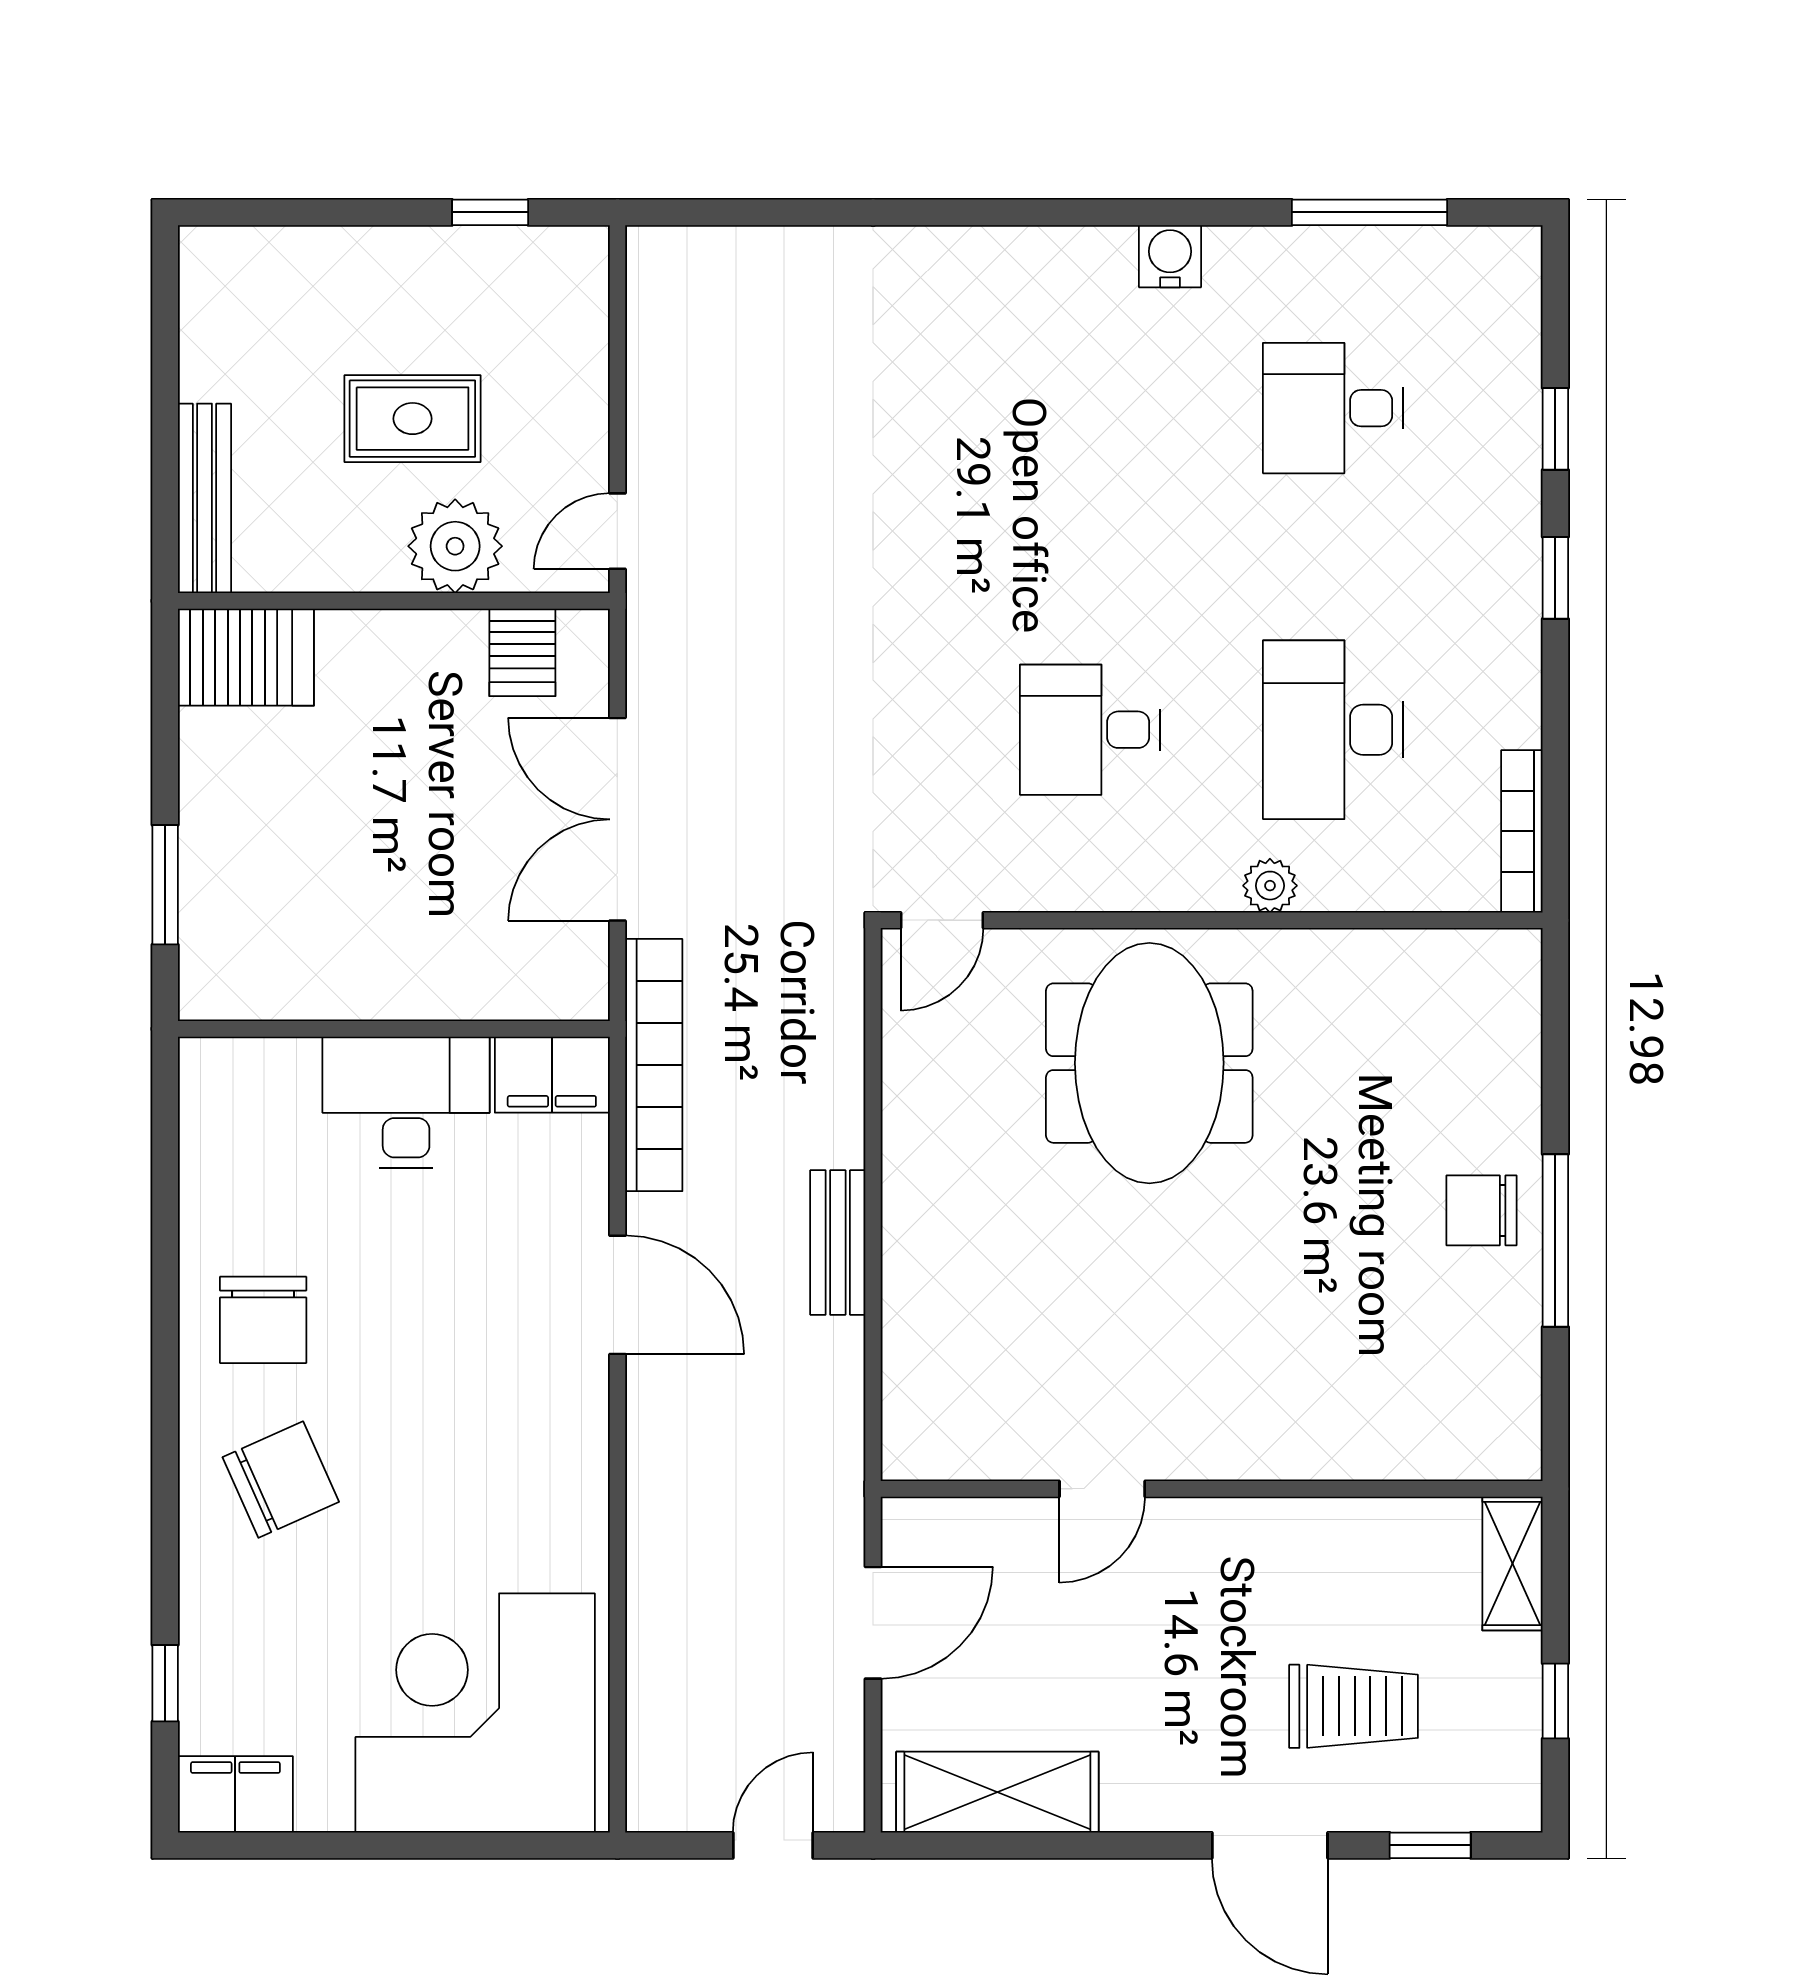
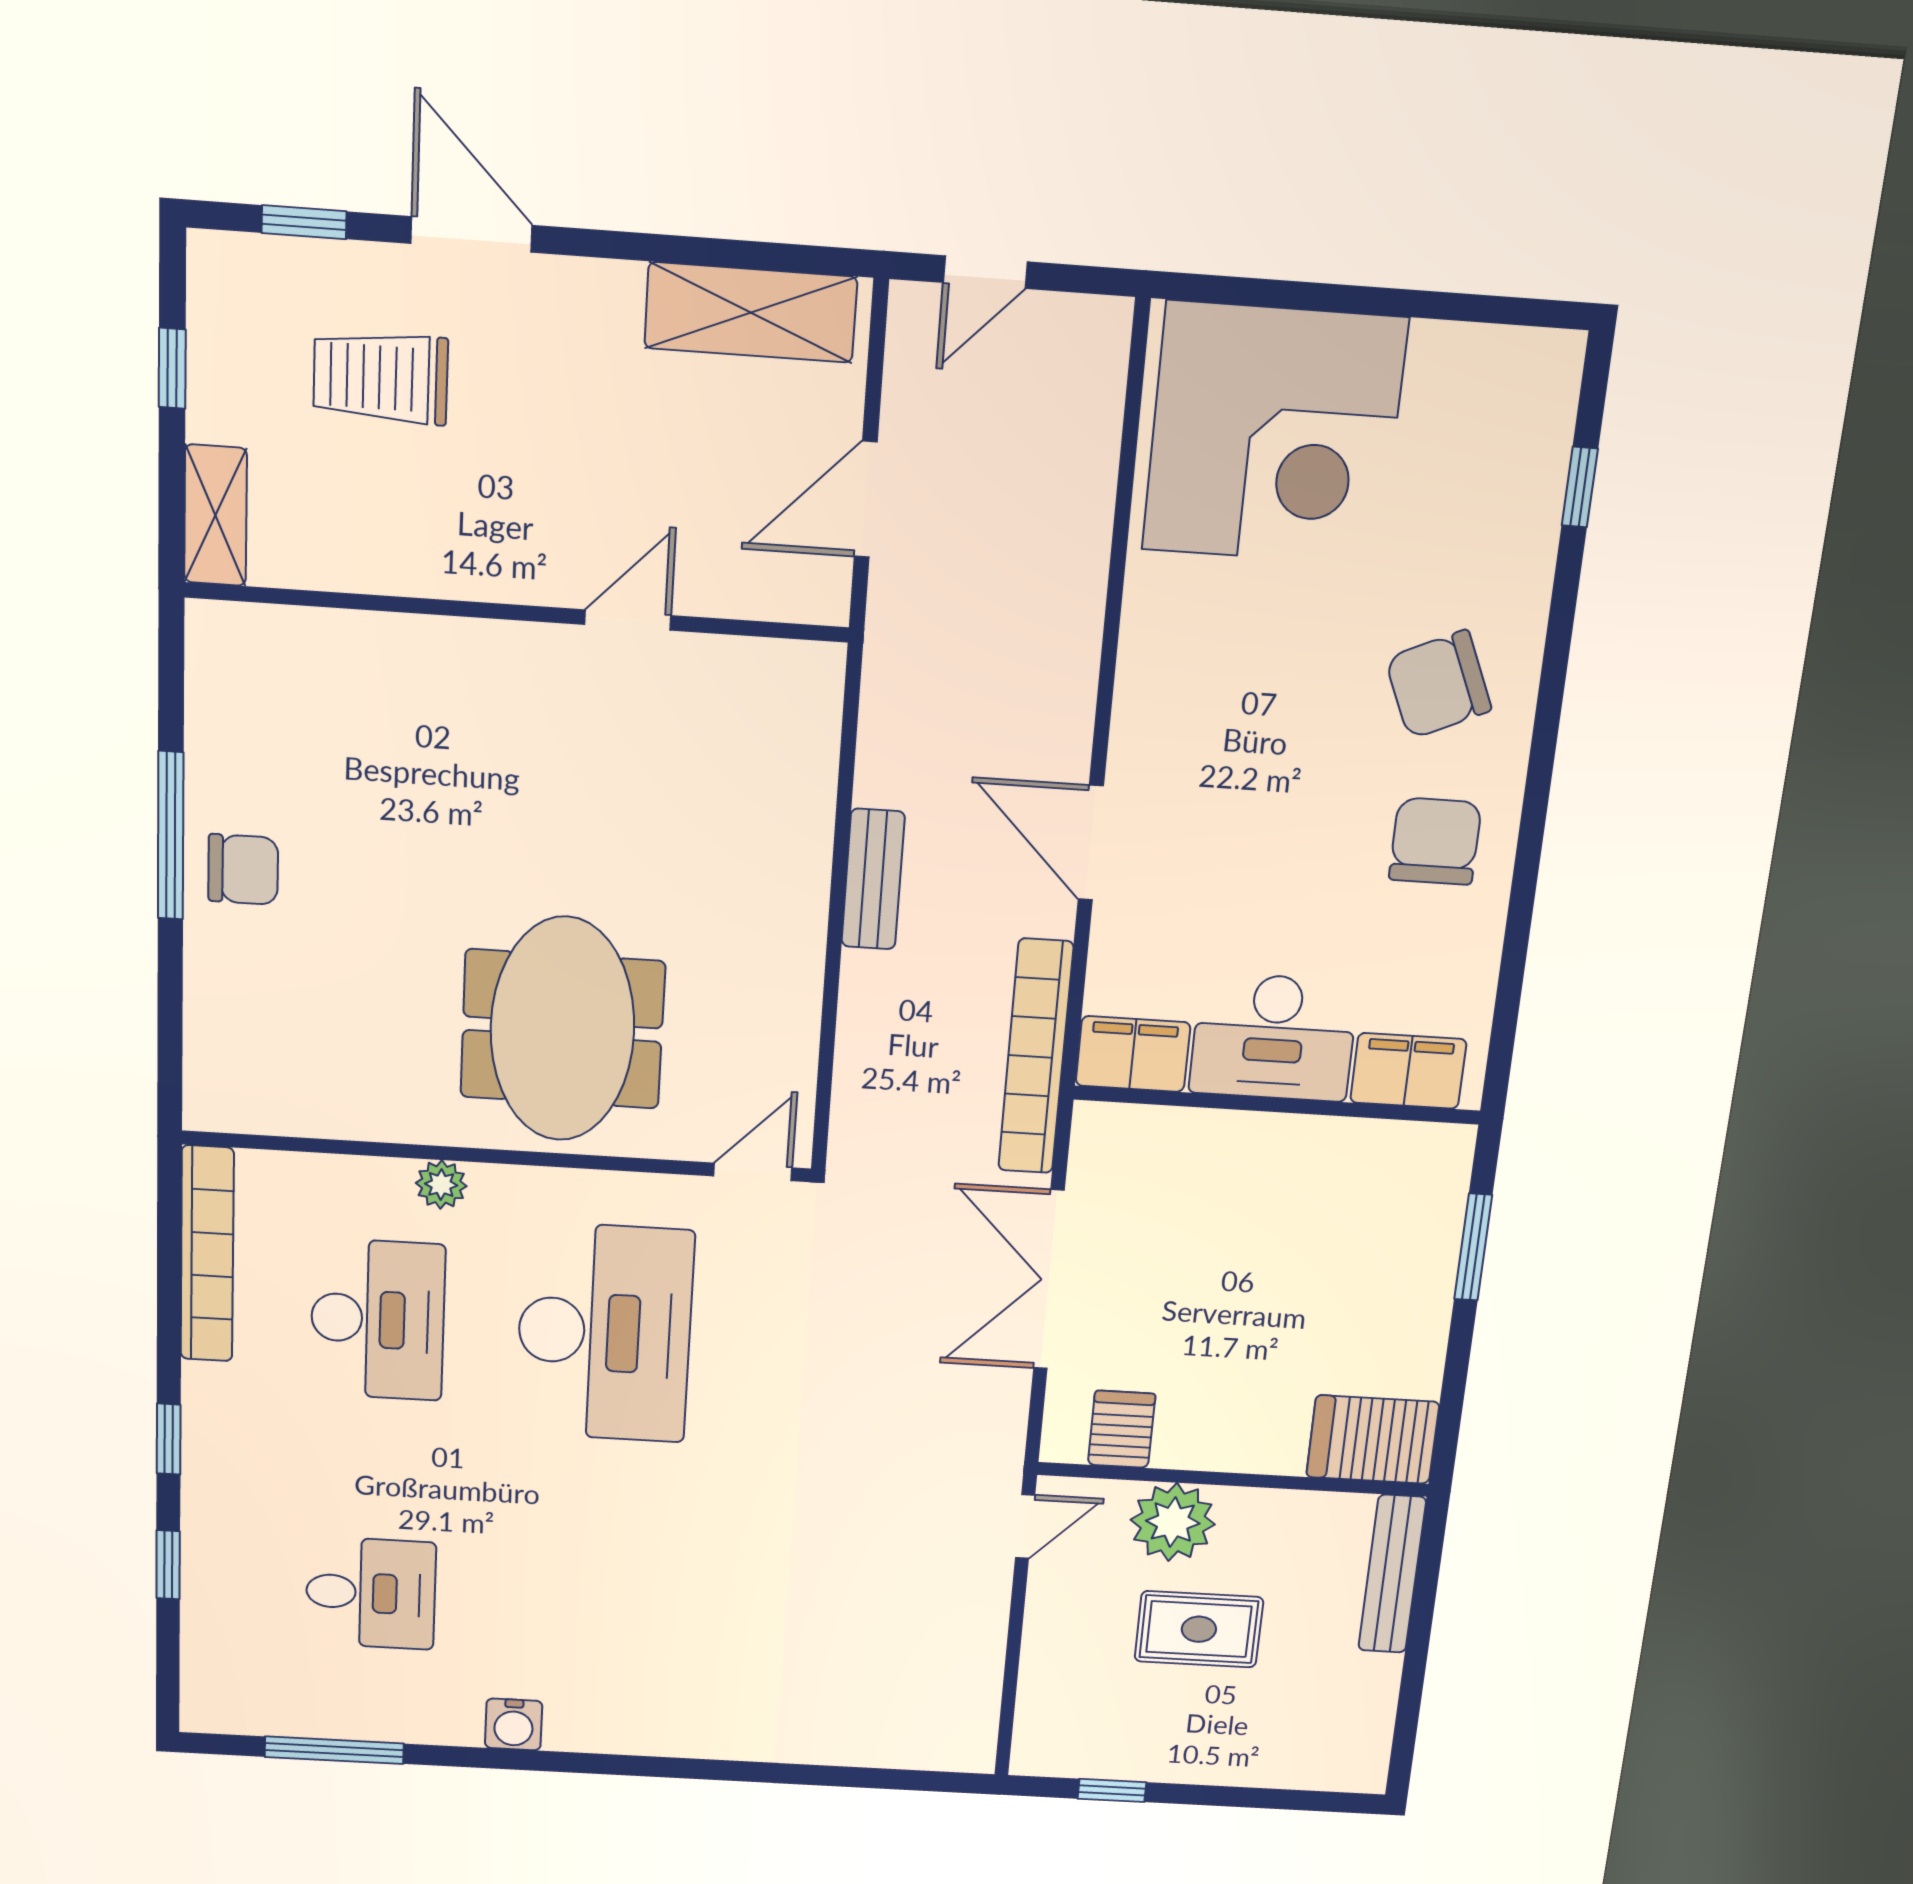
desk: (1090, 730) -> (604, 1333), width x1.87, depth x1.30
double door: (617, 819) -> (1049, 1280), swing flipped
bookcase: (1522, 831) -> (207, 1254), width x1.48, depth x1.31
filing cabinet: (235, 1794) -> (1408, 1071), moved, turned 180

